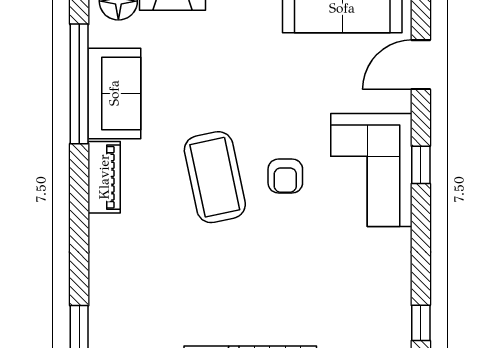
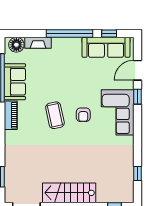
window: (421, 165) -> (137, 97), moved
coffee table: (215, 177) -> (55, 115), width x0.73, depth x0.76

